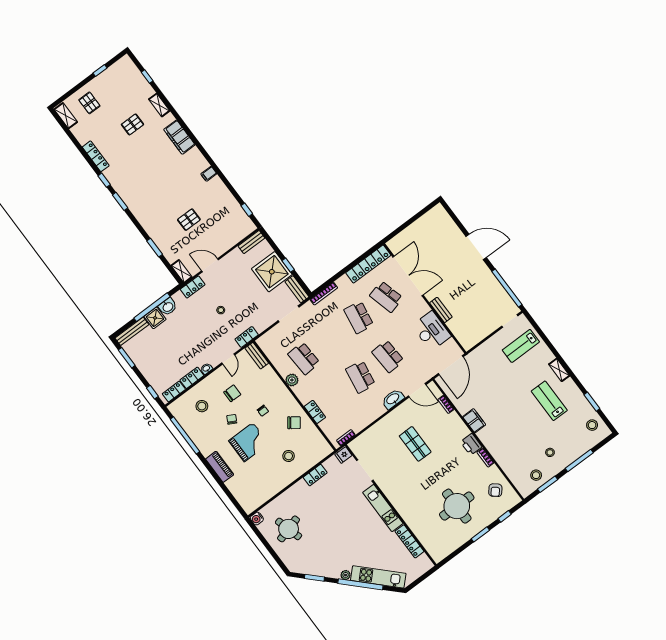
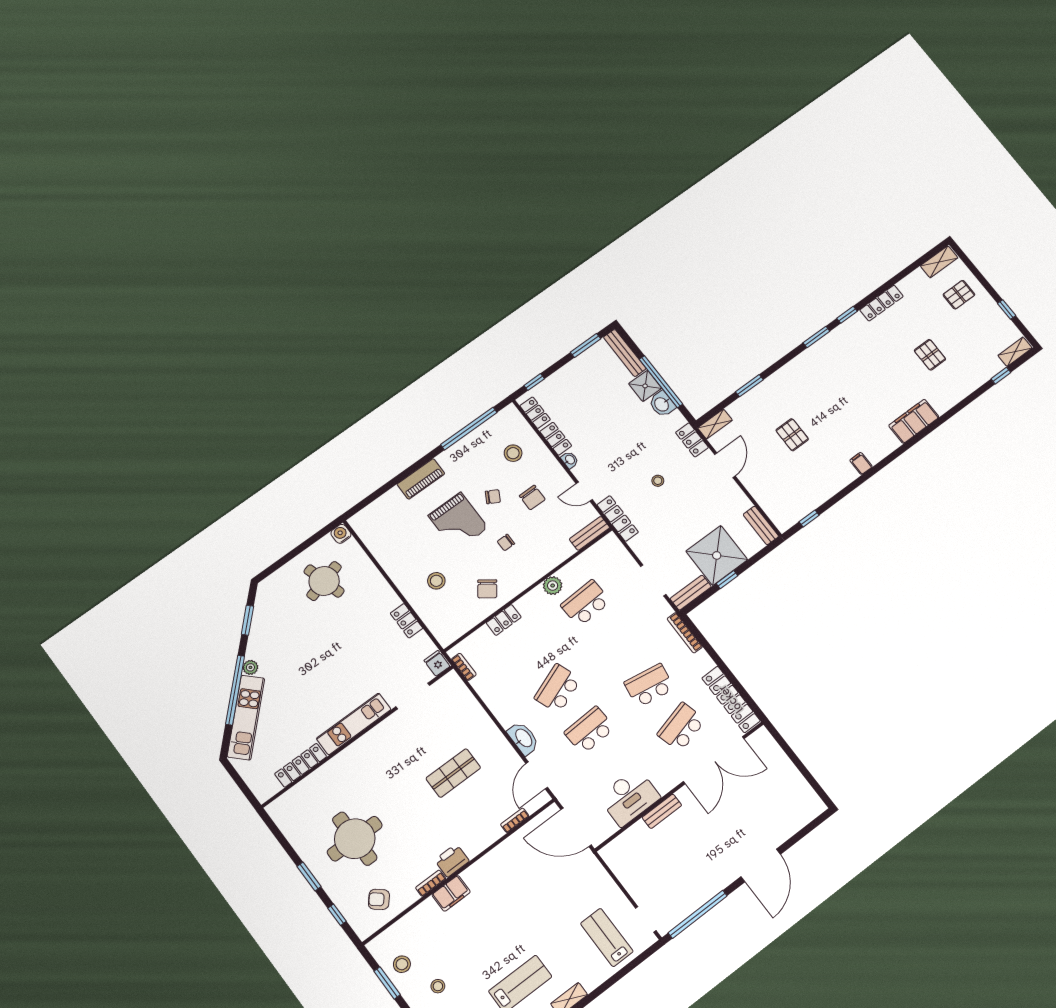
shelving: (159, 105) -> (1015, 352), moved
locker: (247, 337) -> (618, 518), width x1.53
school desk: (360, 377) -> (558, 689), turned -30
filing cabinet: (474, 421) -> (451, 893), moved

